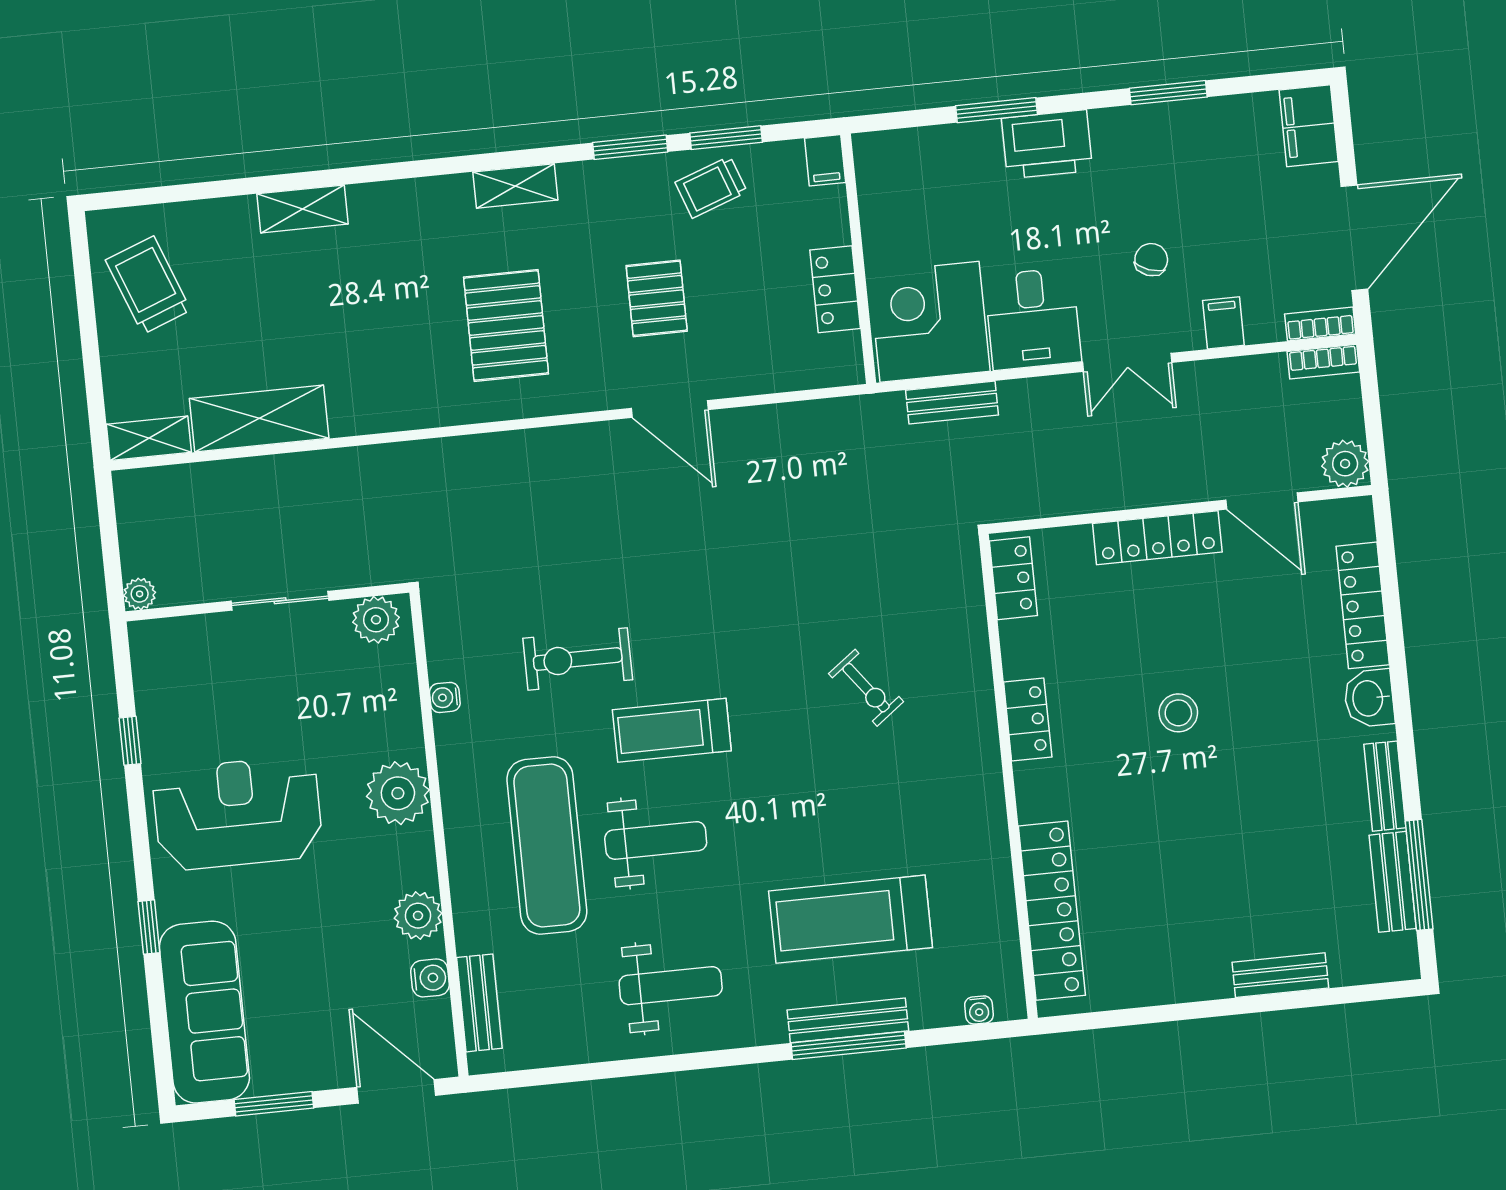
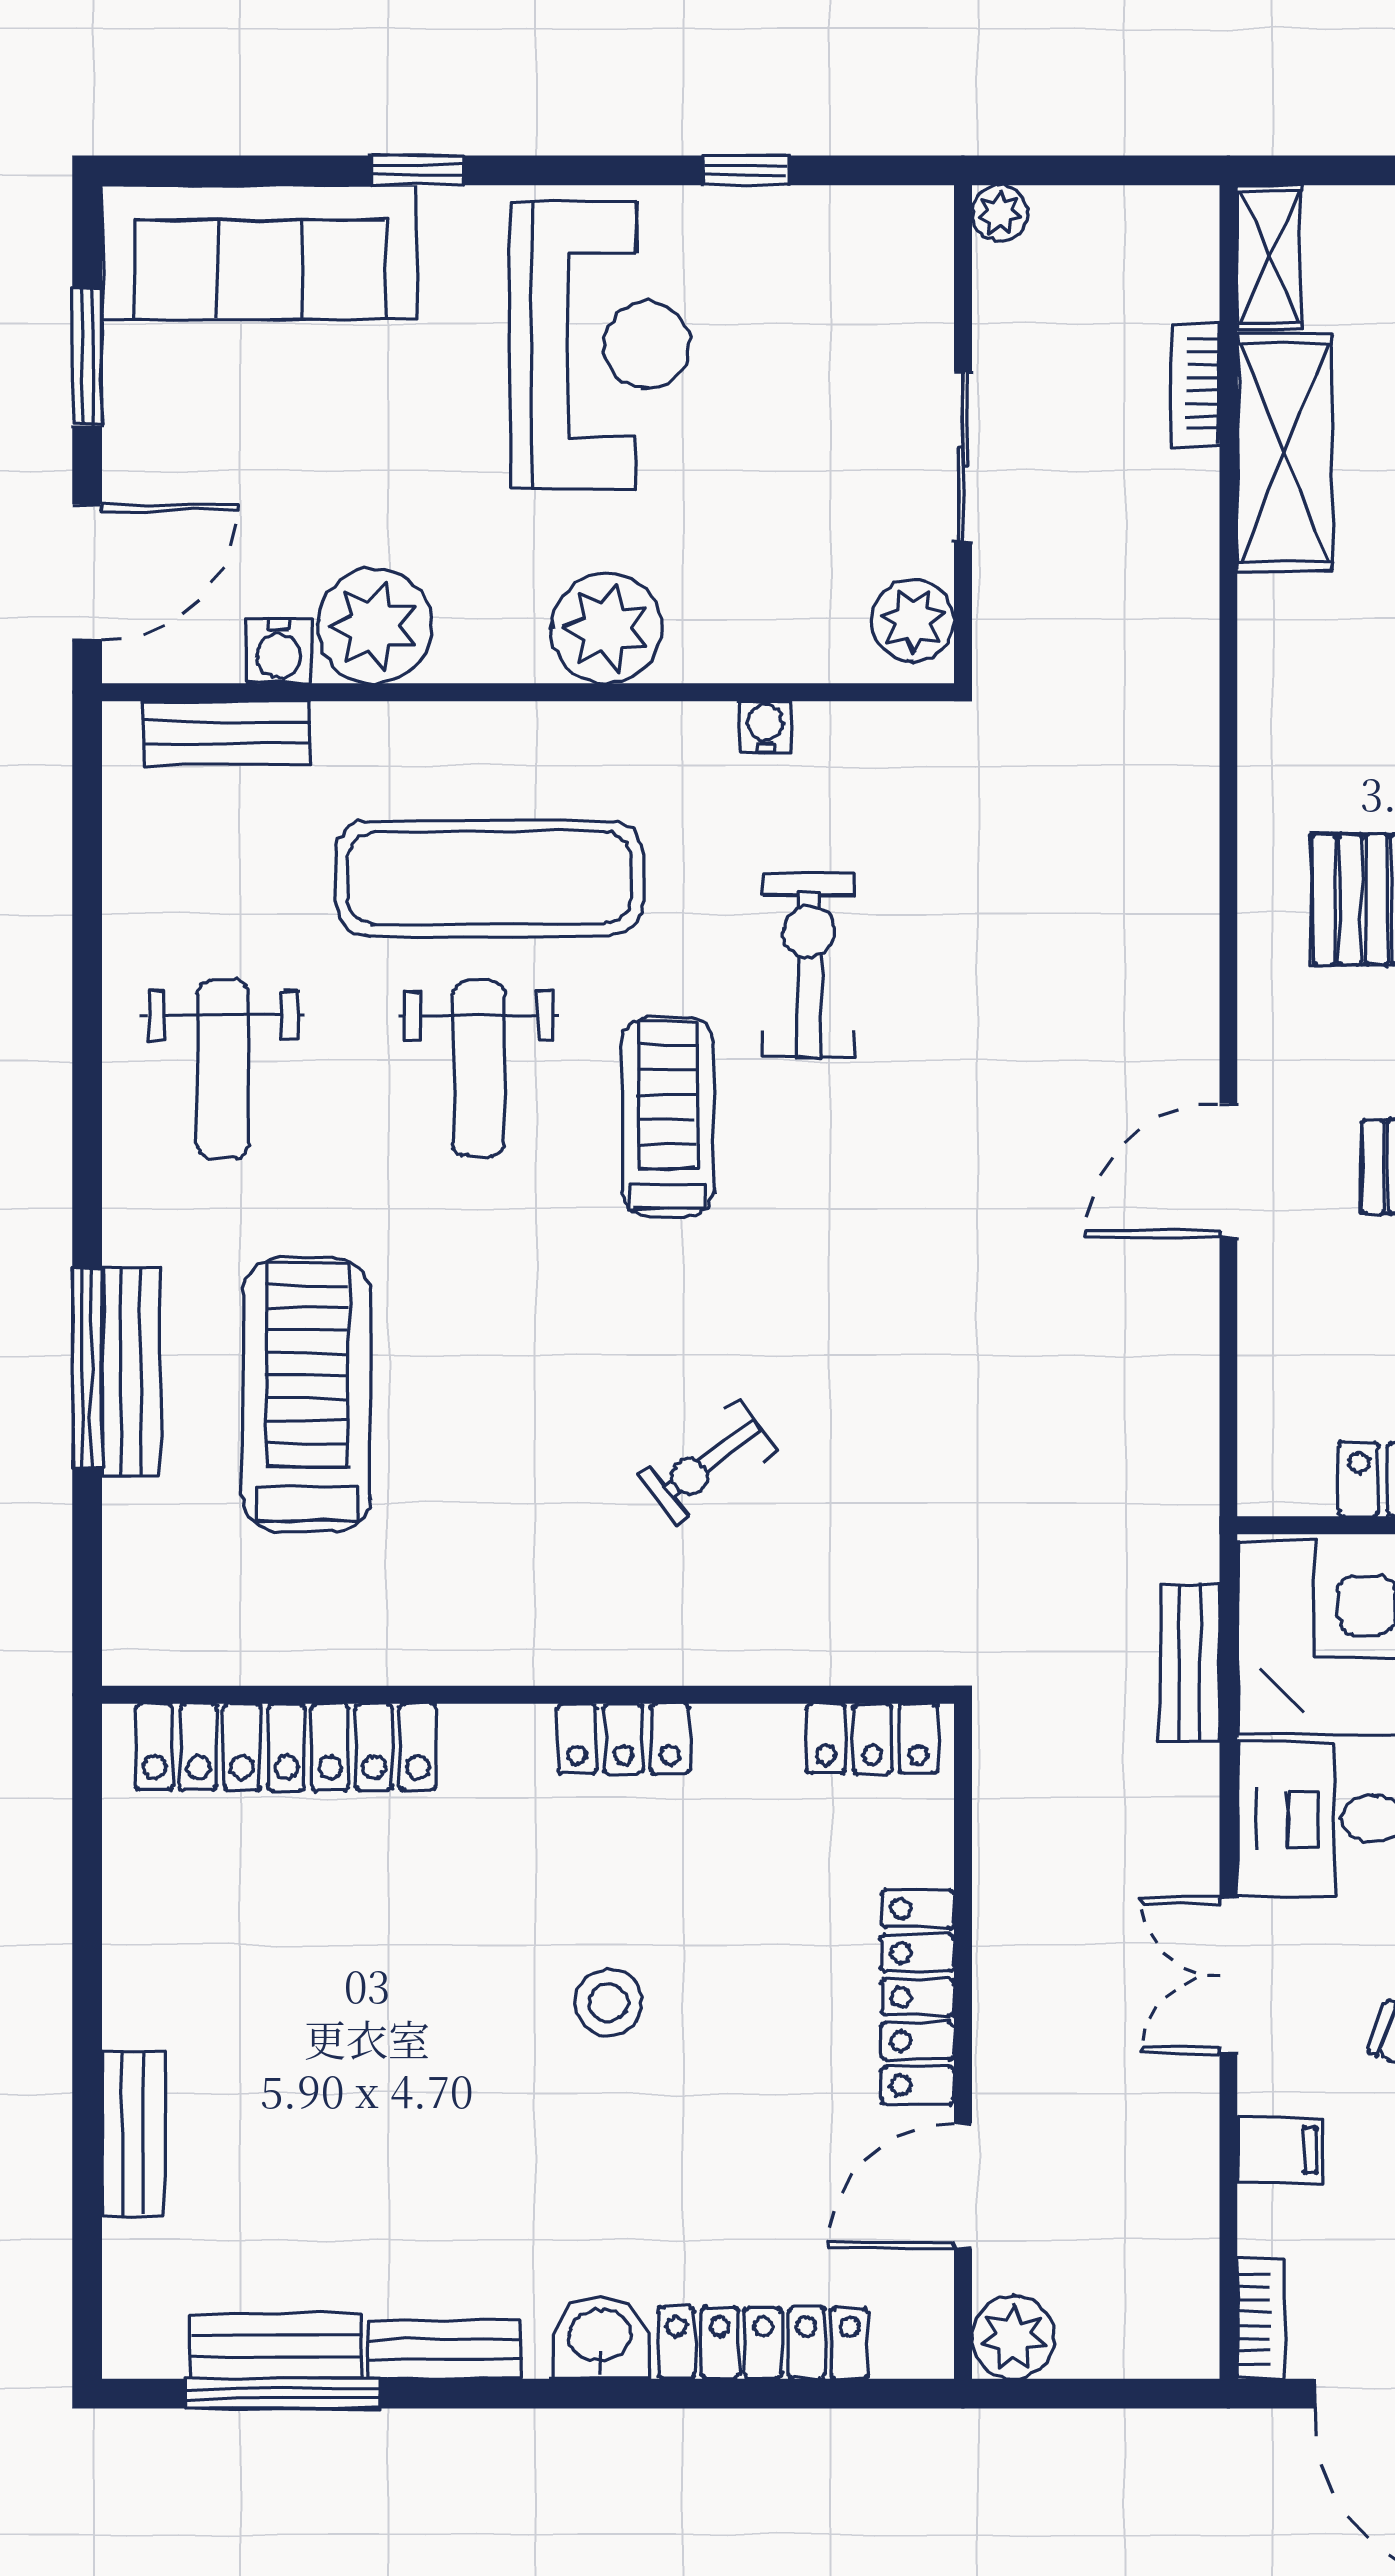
bookcase: (1323, 362) -> (1195, 385), moved
plant: (418, 916) -> (374, 626), width x1.36, depth x1.36
water cooler: (979, 1010) -> (126, 1602), removed

